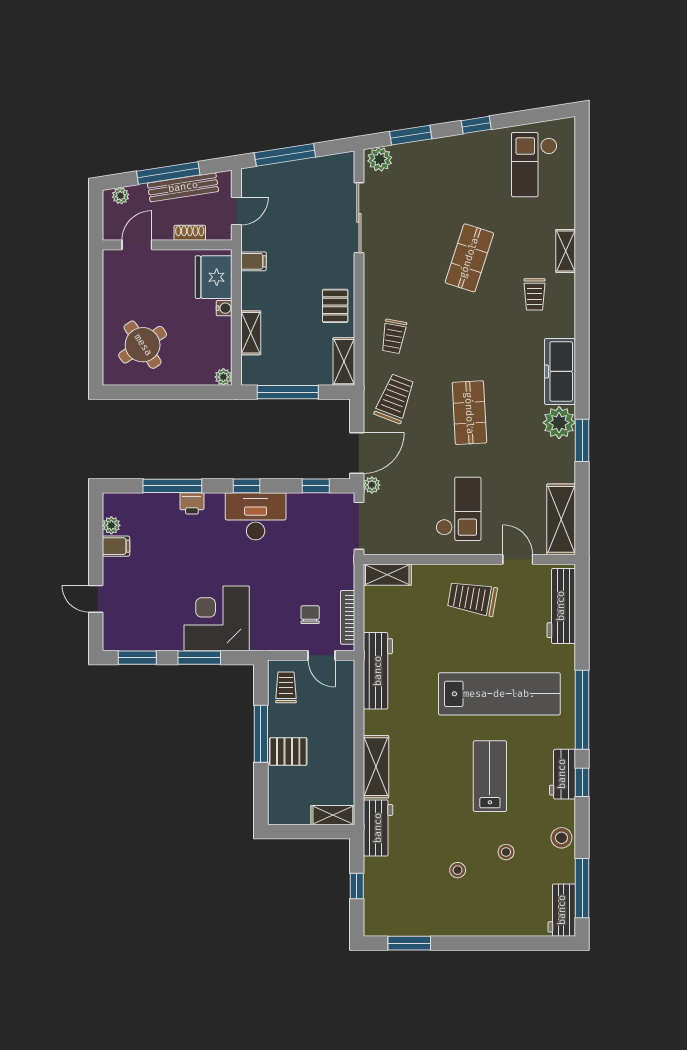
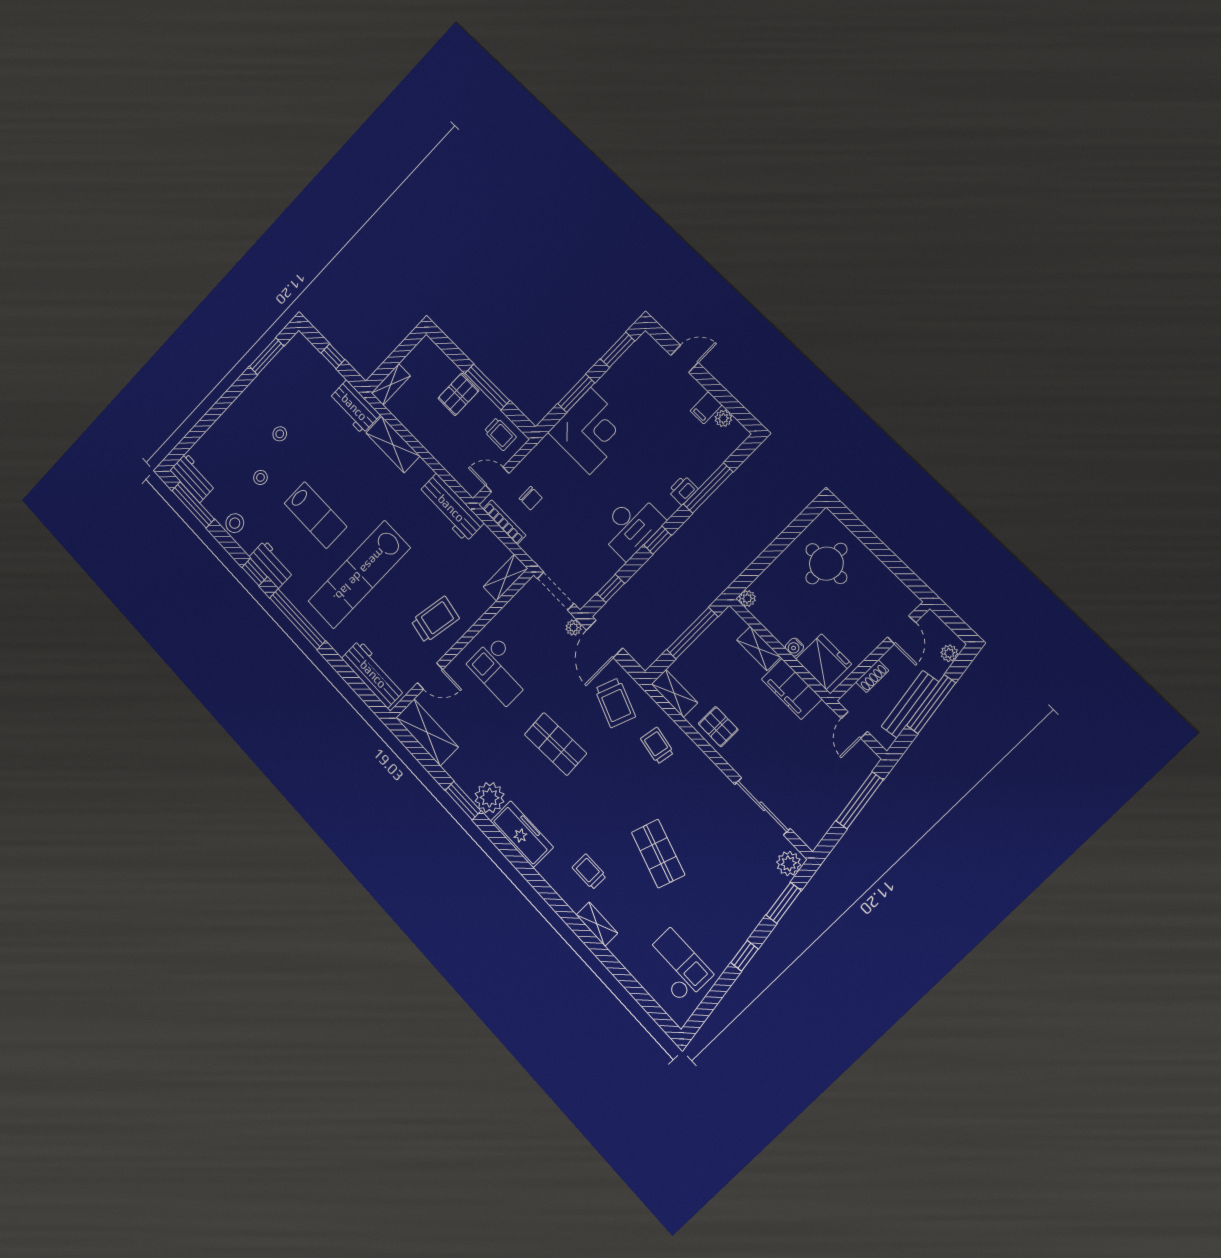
filing cabinet: (253, 261) -> (792, 689), width x3.00, depth x1.17
round table: (143, 345) -> (826, 564), turned 34

